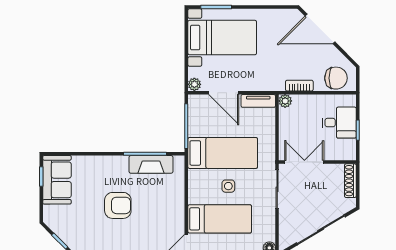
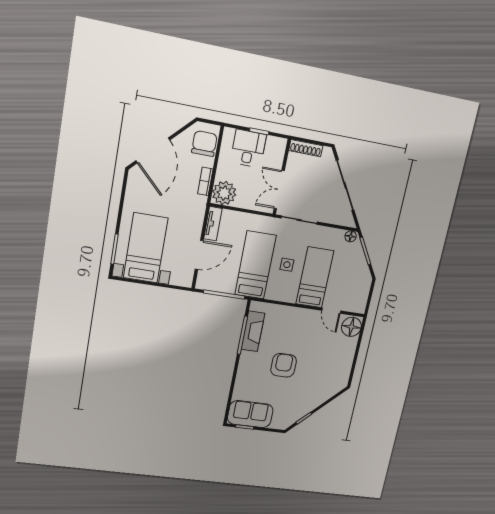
plant: (194, 84) -> (186, 281), removed
plant: (285, 101) -> (224, 193), width x1.87, depth x1.87

